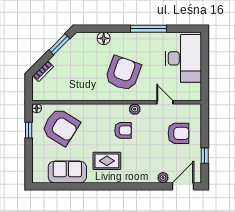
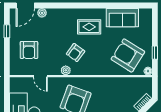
armchair: (123, 130) -> (76, 53), turned -54
armchair: (179, 133) -> (29, 50), turned -90

